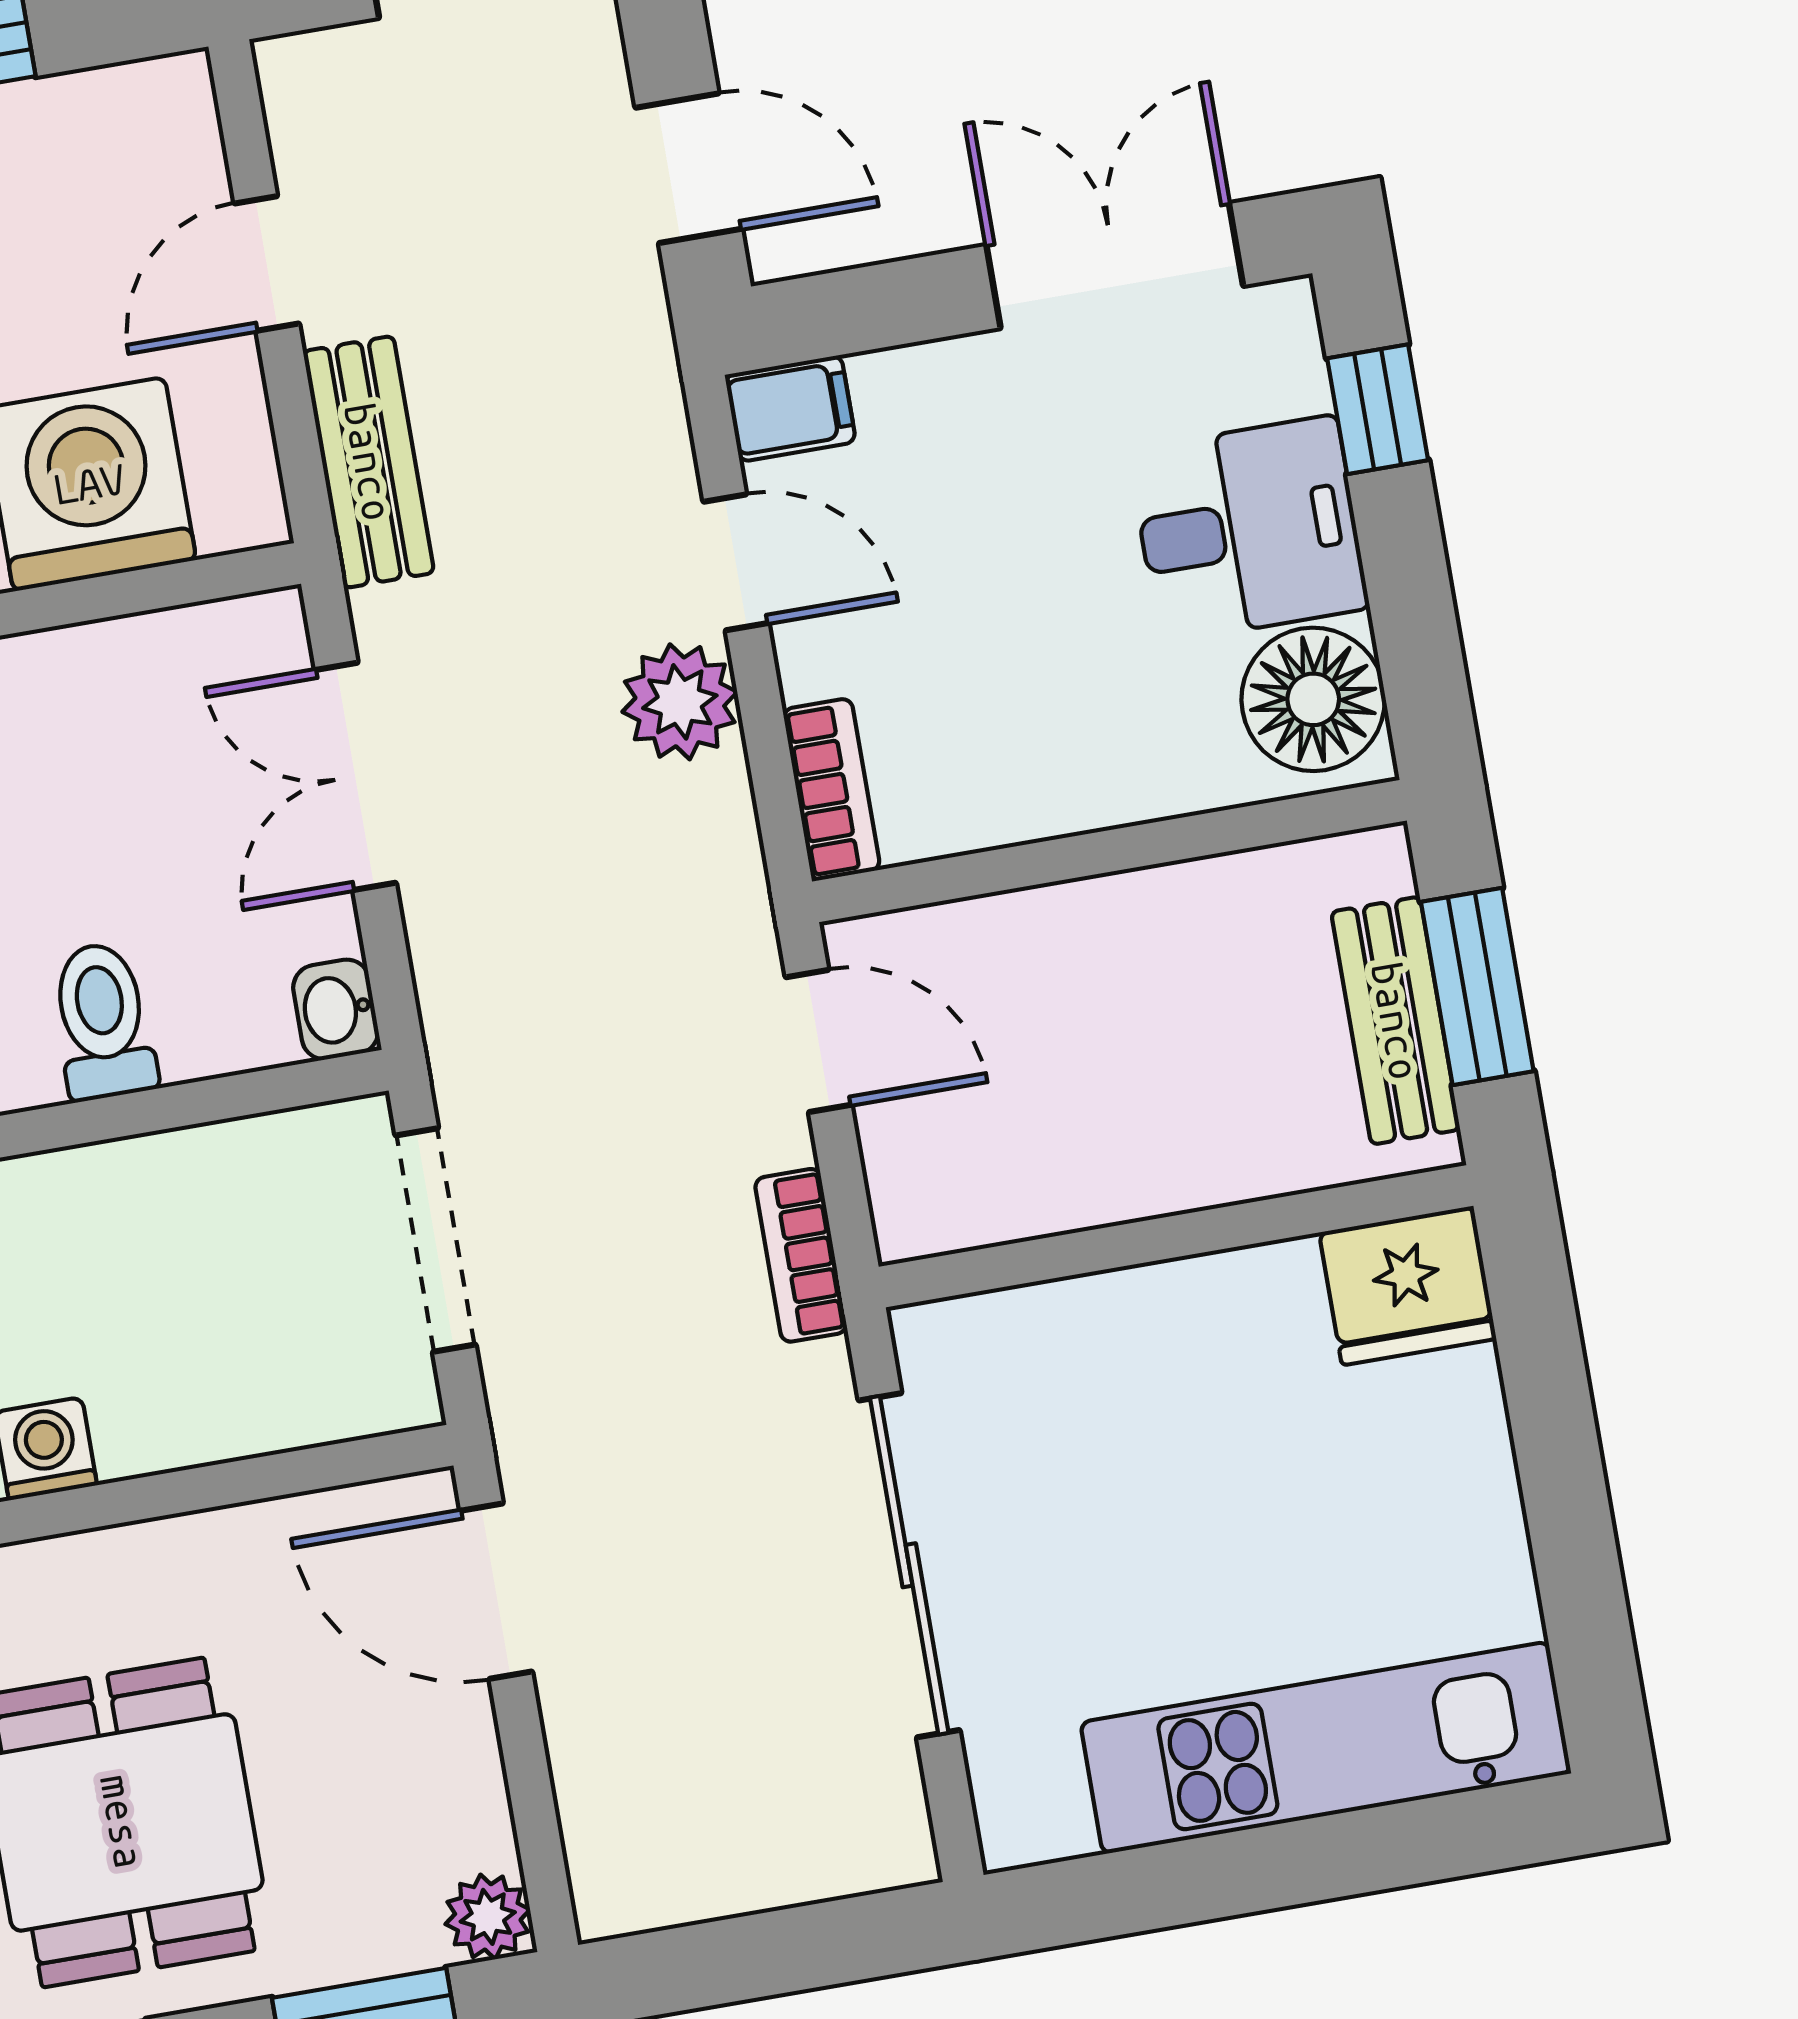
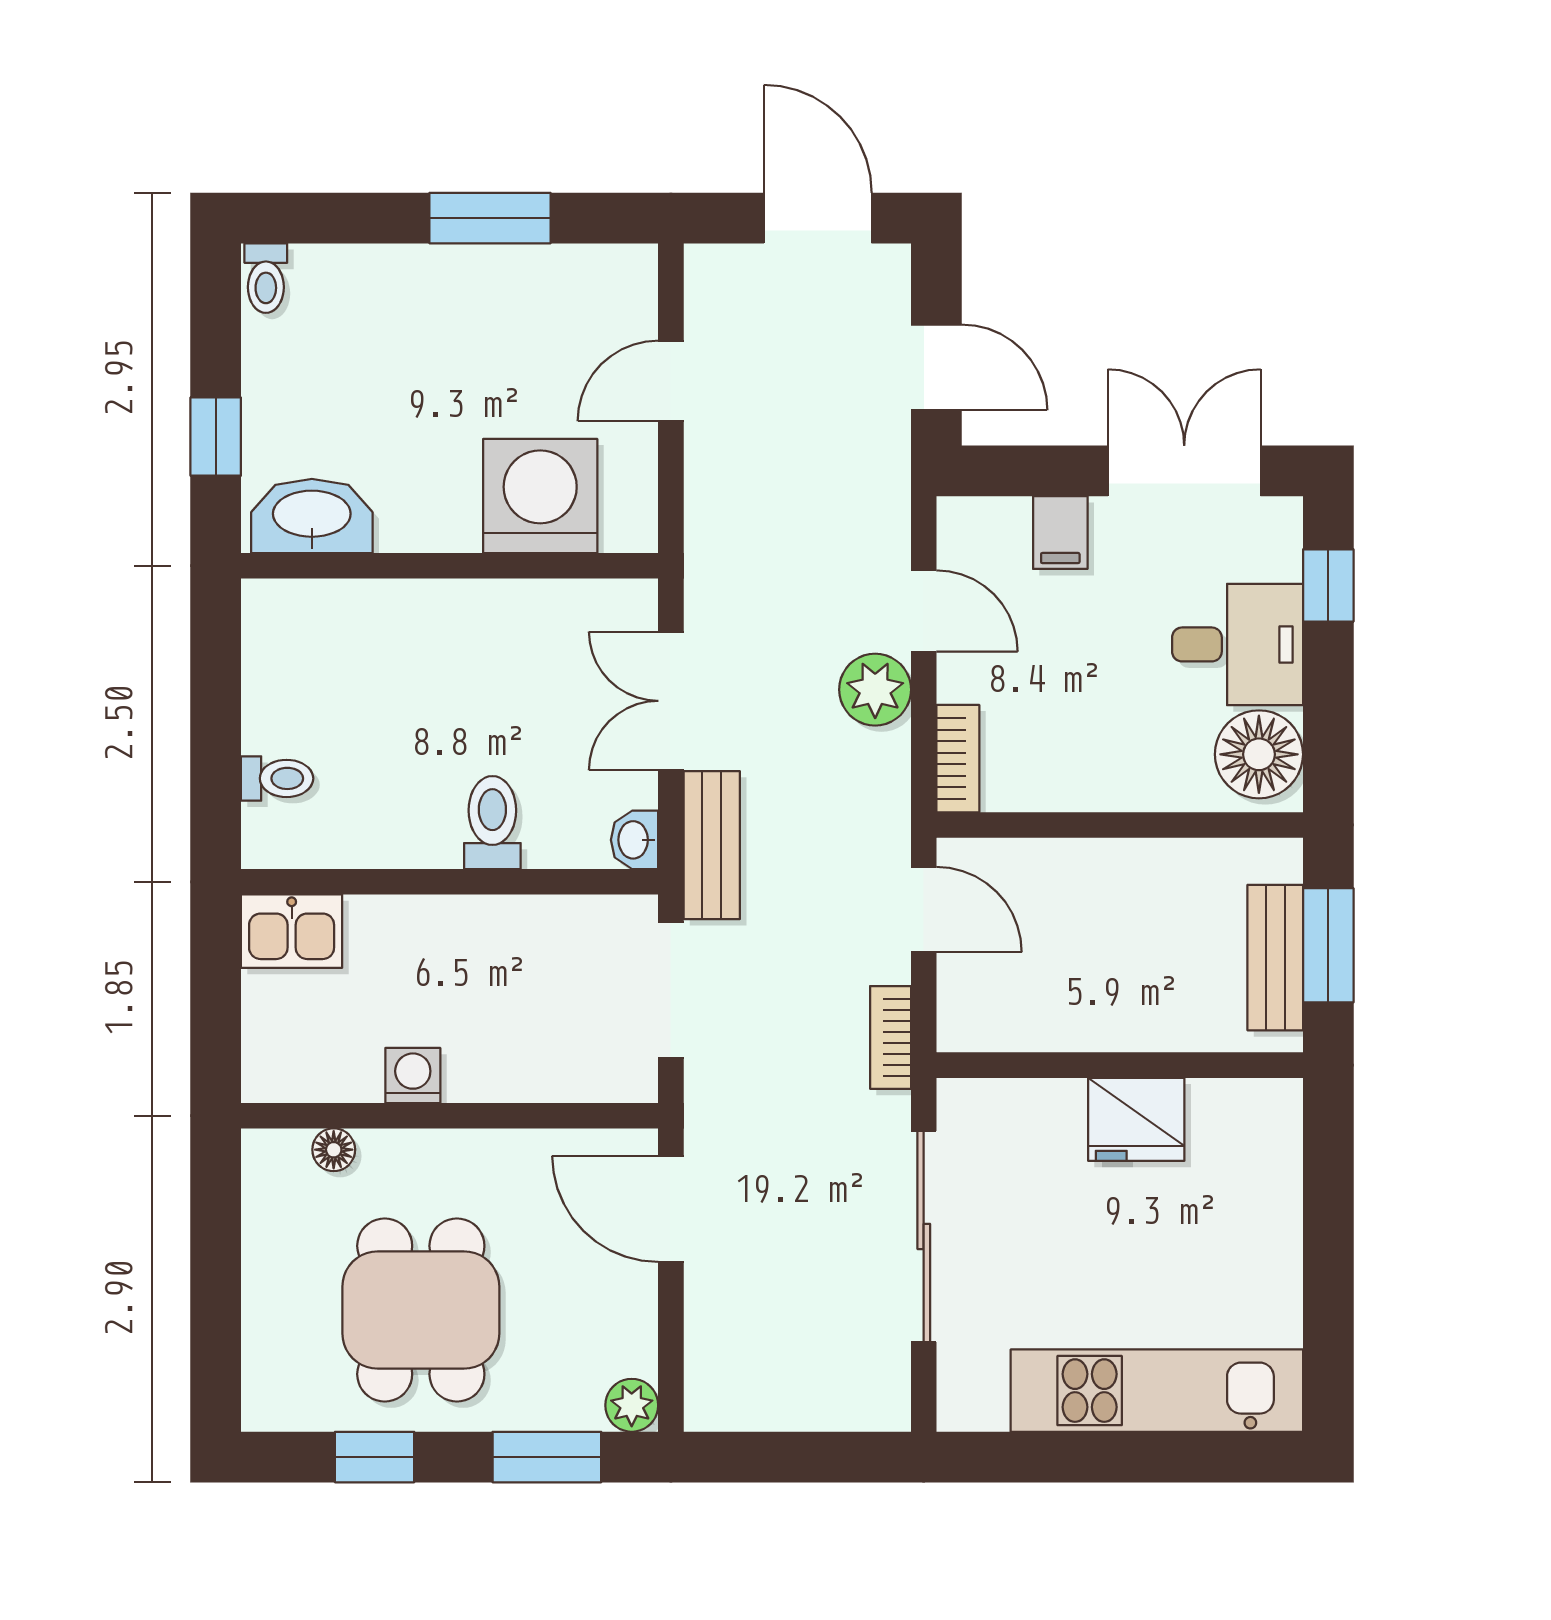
filing cabinet: (790, 408) -> (1060, 533), moved, turned 90
bench: (369, 462) -> (712, 845), moved
fridge: (1408, 1286) -> (1136, 1119), moved

